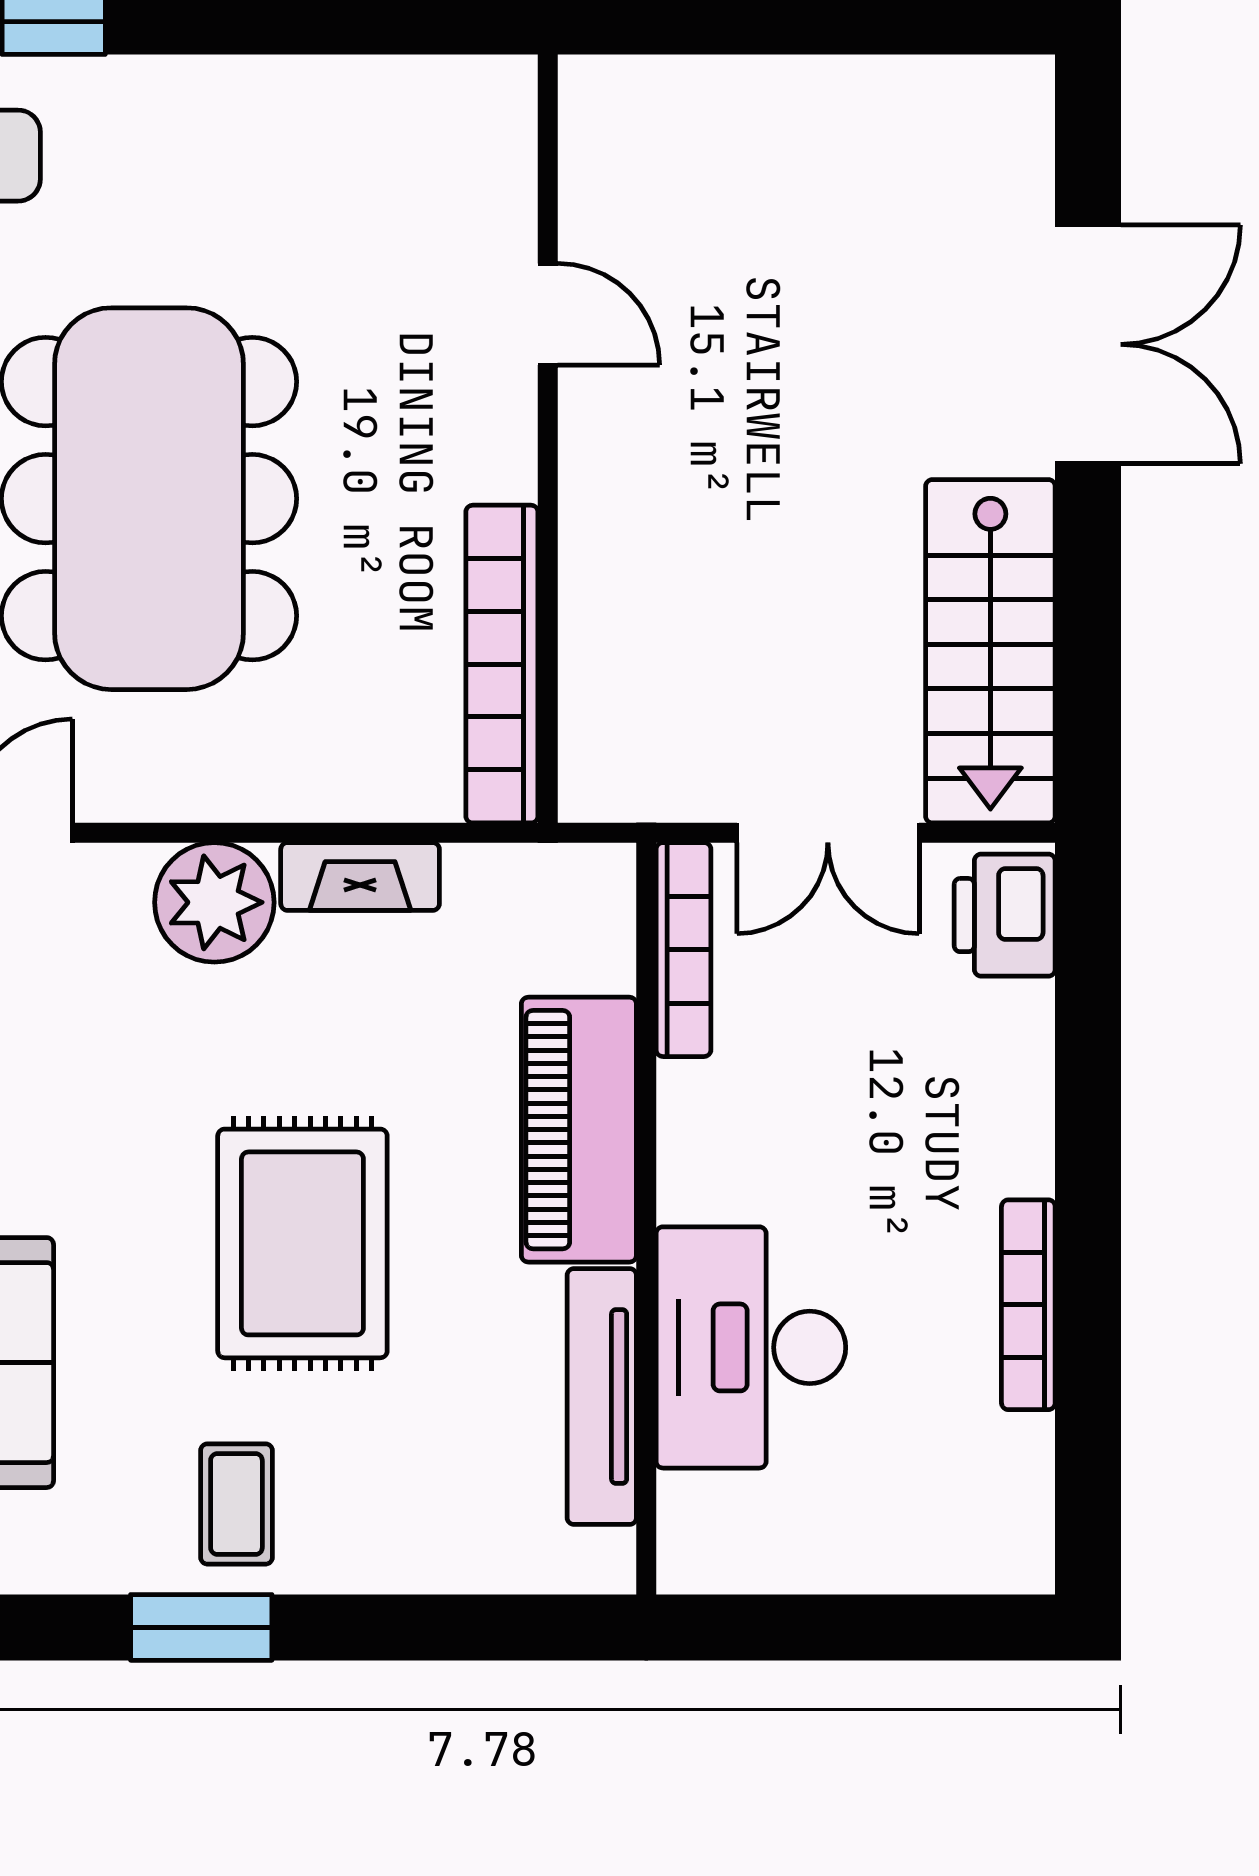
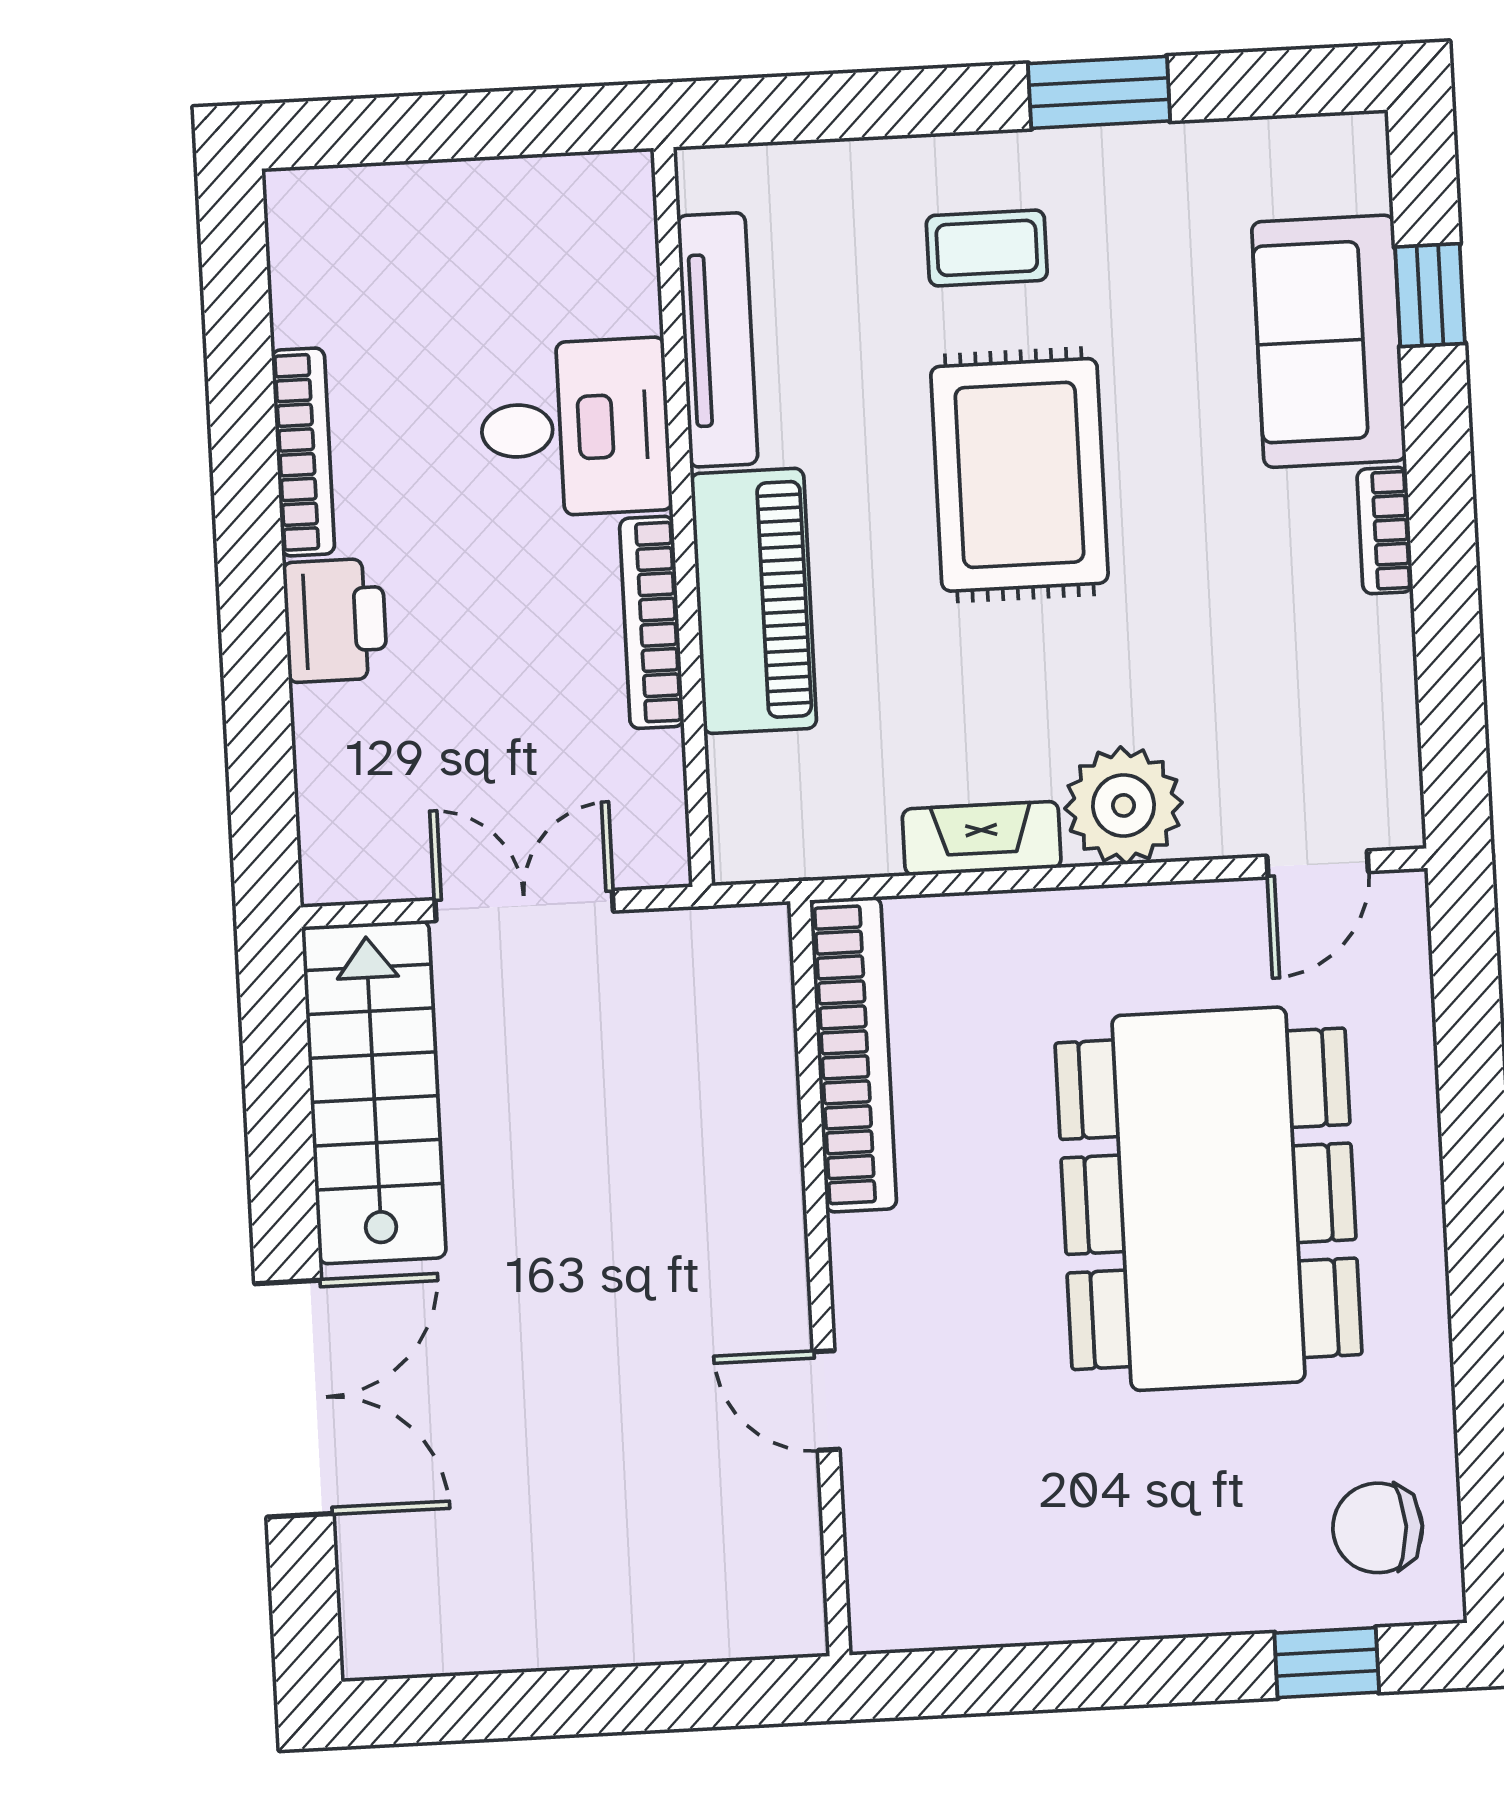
double door: (1088, 344) -> (294, 1399), swing flipped
printer: (1005, 915) -> (335, 620), moved
bookcase: (684, 950) -> (652, 622), moved
desk: (751, 1347) -> (575, 428), width x0.73
coffee table: (236, 1504) -> (987, 248), moved, turned 90

